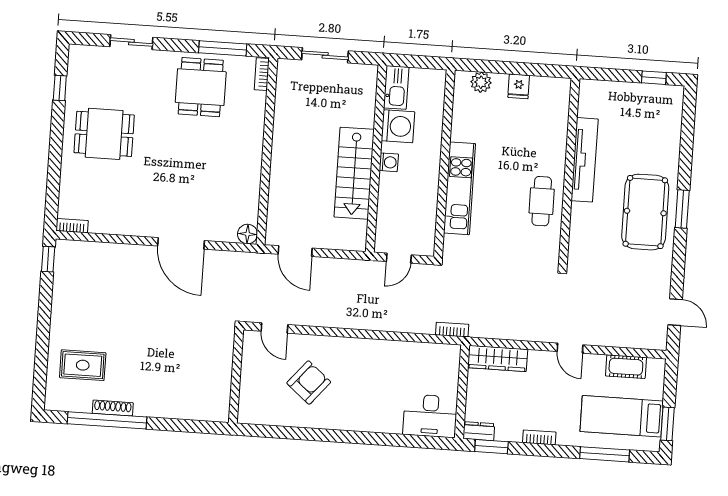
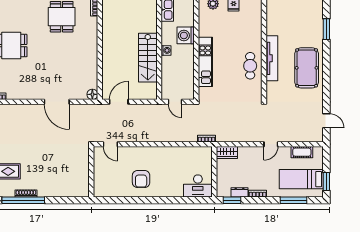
washing machine: (398, 126) -> (186, 35), moved, turned 180
tv unit: (585, 160) -> (272, 58), moved
window: (682, 209) -> (326, 29), moved
door: (295, 251) -> (119, 102), swing flipped
door: (399, 258) -> (175, 102), hinge flipped
door: (570, 348) -> (271, 144), hinge flipped
wardrobe: (498, 358) -> (227, 152), width x0.67
armchair: (309, 383) -> (141, 179), moved, turned 140
dresser: (479, 431) -> (239, 192), moved

